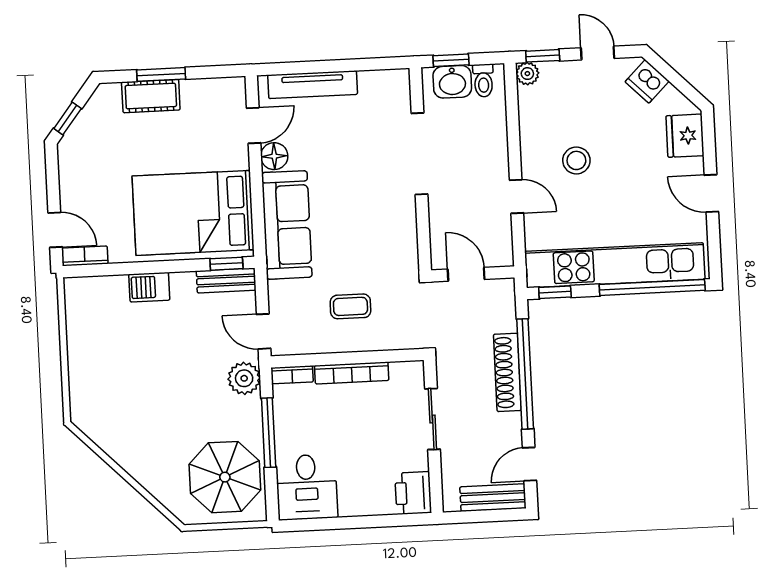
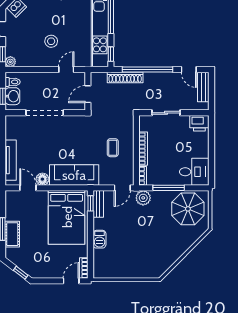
door: (466, 274) -> (88, 94), moved
wall: (473, 274) -> (88, 91), moved
shoe rack: (507, 372) -> (125, 77), moved

